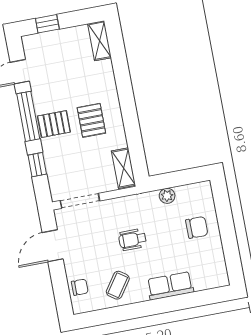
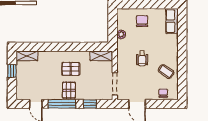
window: (47, 24) -> (12, 71), moved
row of seats: (170, 286) -> (172, 21), moved

